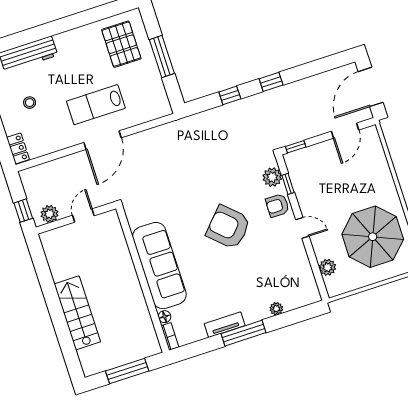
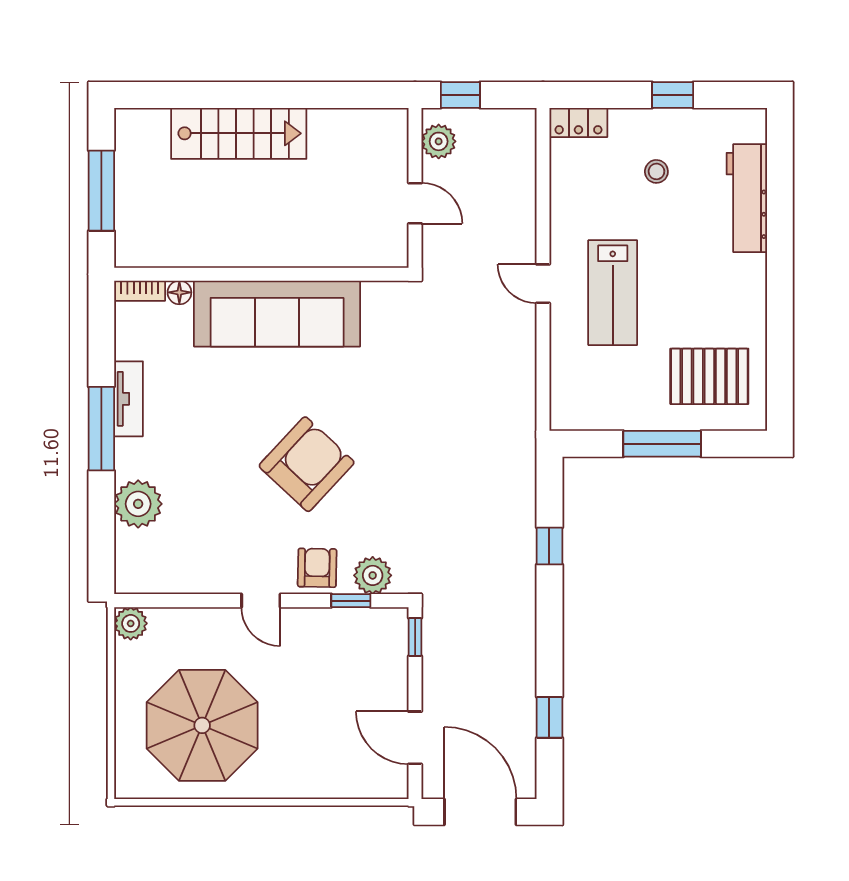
window: (271, 82) -> (549, 717), moved
lab bench: (96, 105) -> (613, 293), turned 180
door: (102, 140) -> (543, 284), width x0.53
door: (302, 228) -> (261, 601), hinge flipped
plant: (327, 267) -> (131, 623), moved
plant: (276, 309) -> (138, 504), width x1.88, depth x1.88

